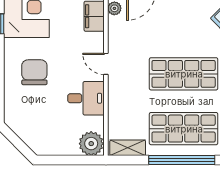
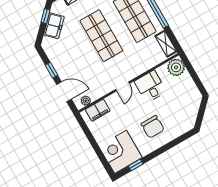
chair: (34, 72) -> (153, 127), turned -90

